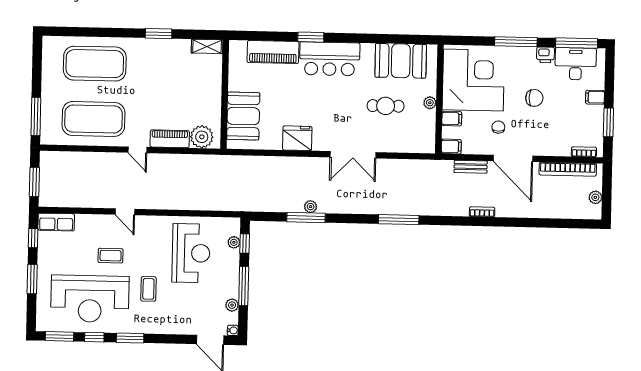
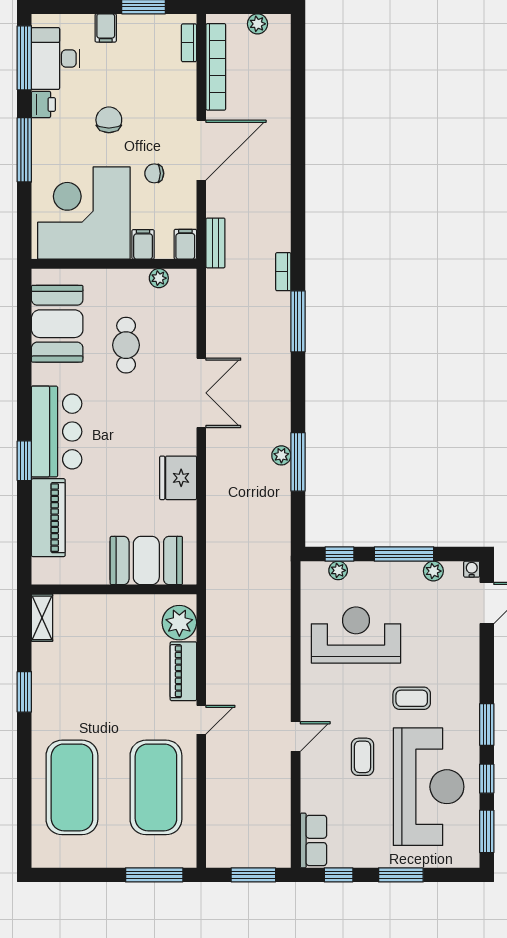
plant: (430, 103) -> (159, 278), moved
bench: (471, 167) -> (215, 243), moved
bookcase: (482, 212) -> (283, 272), moved

